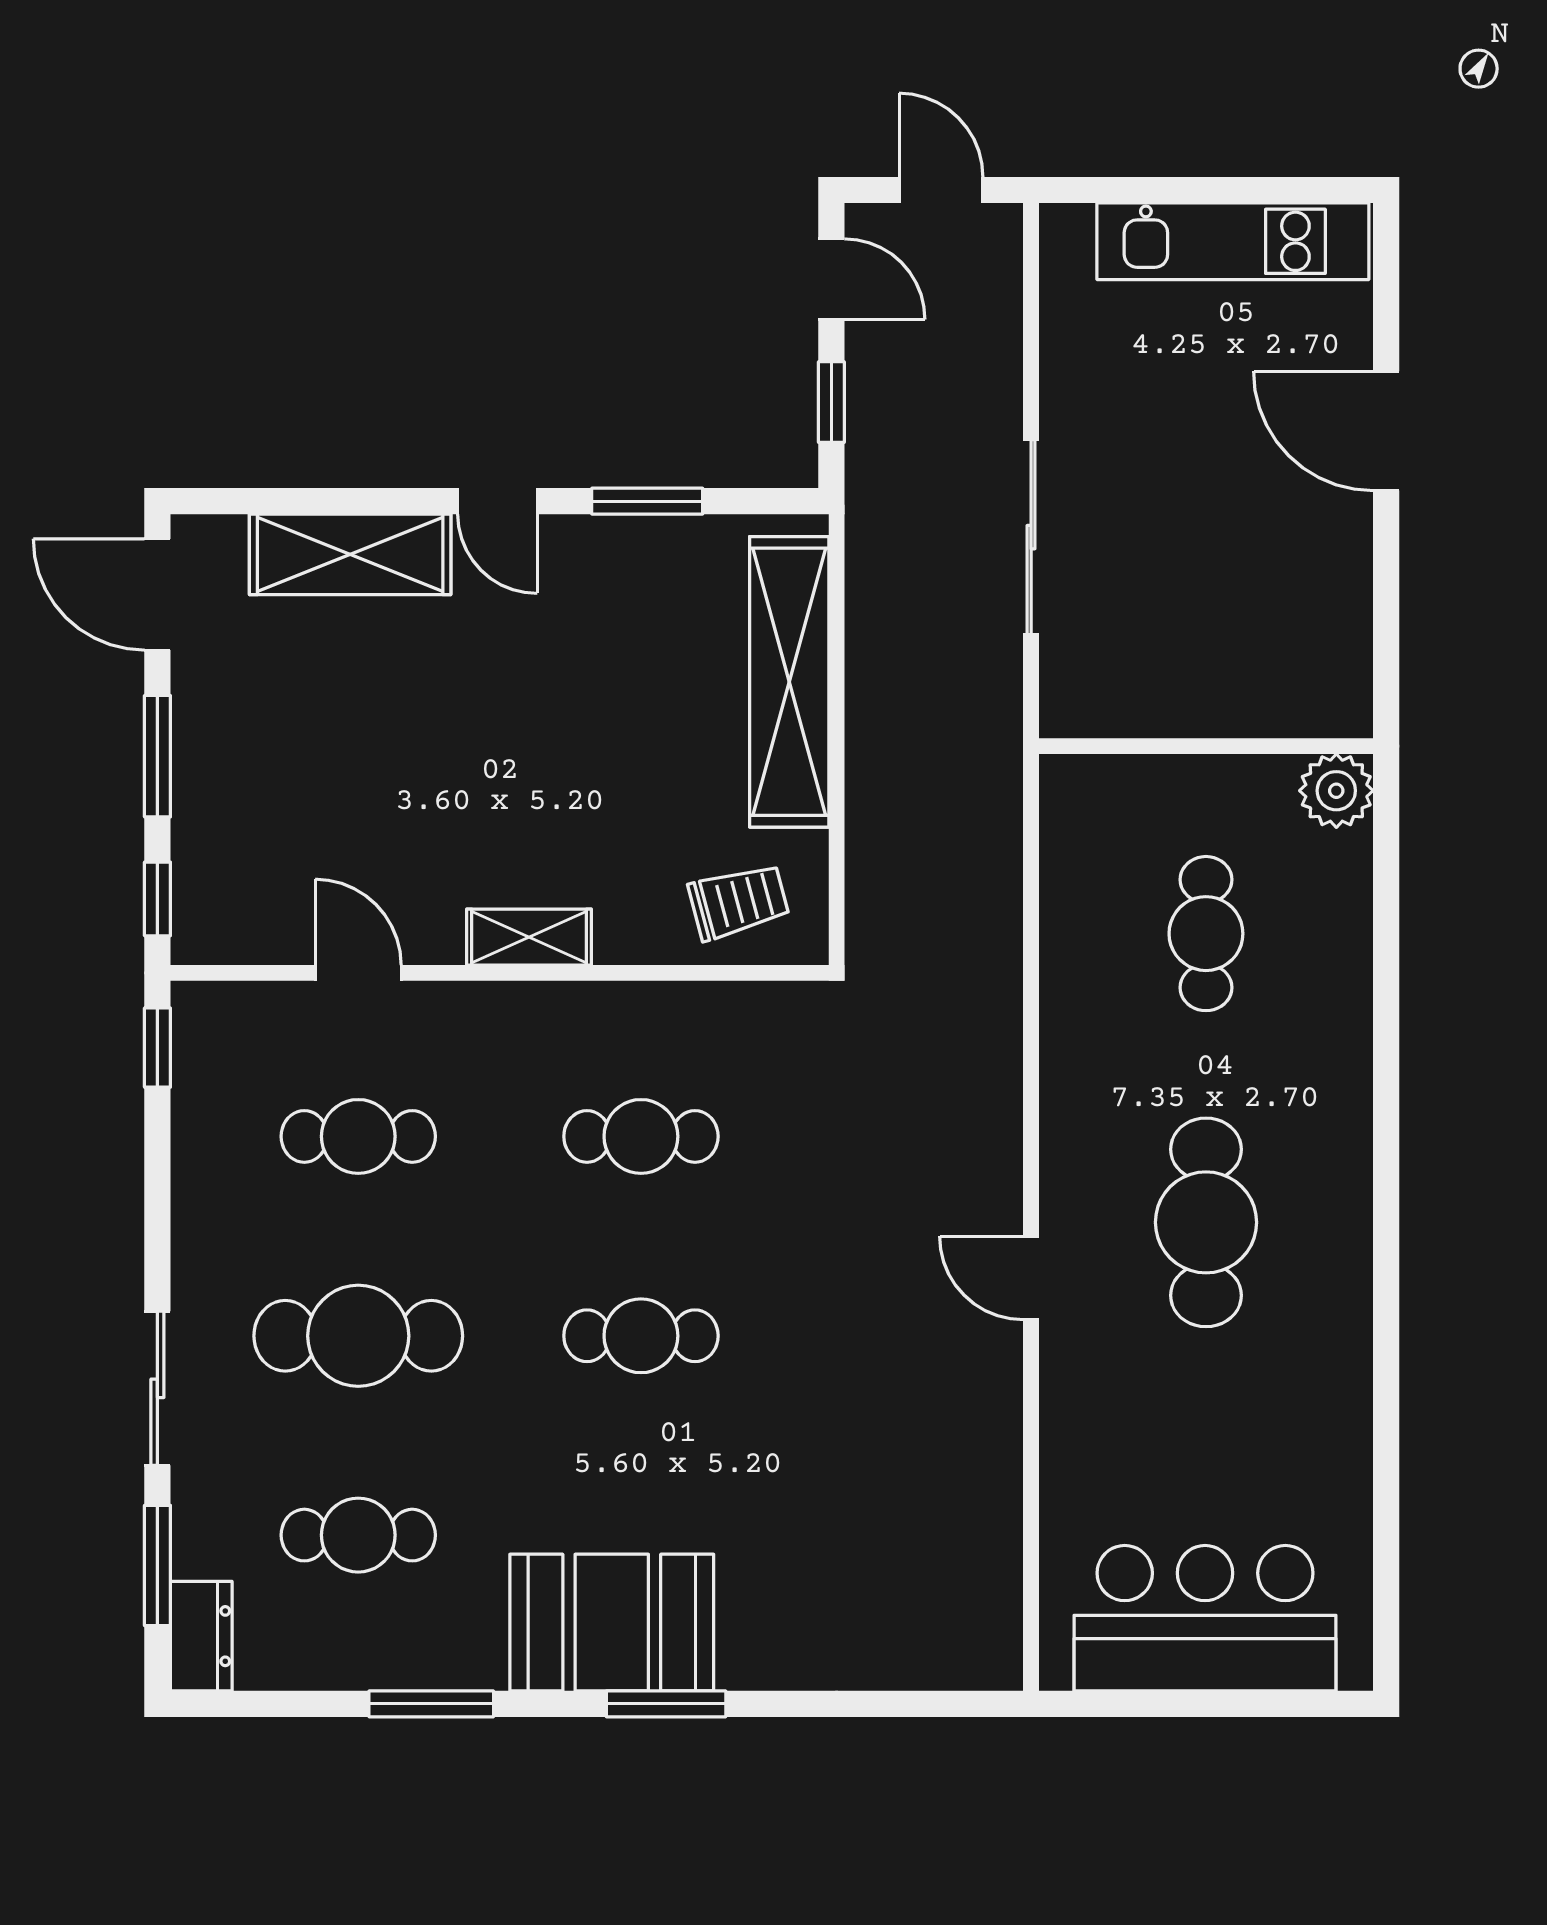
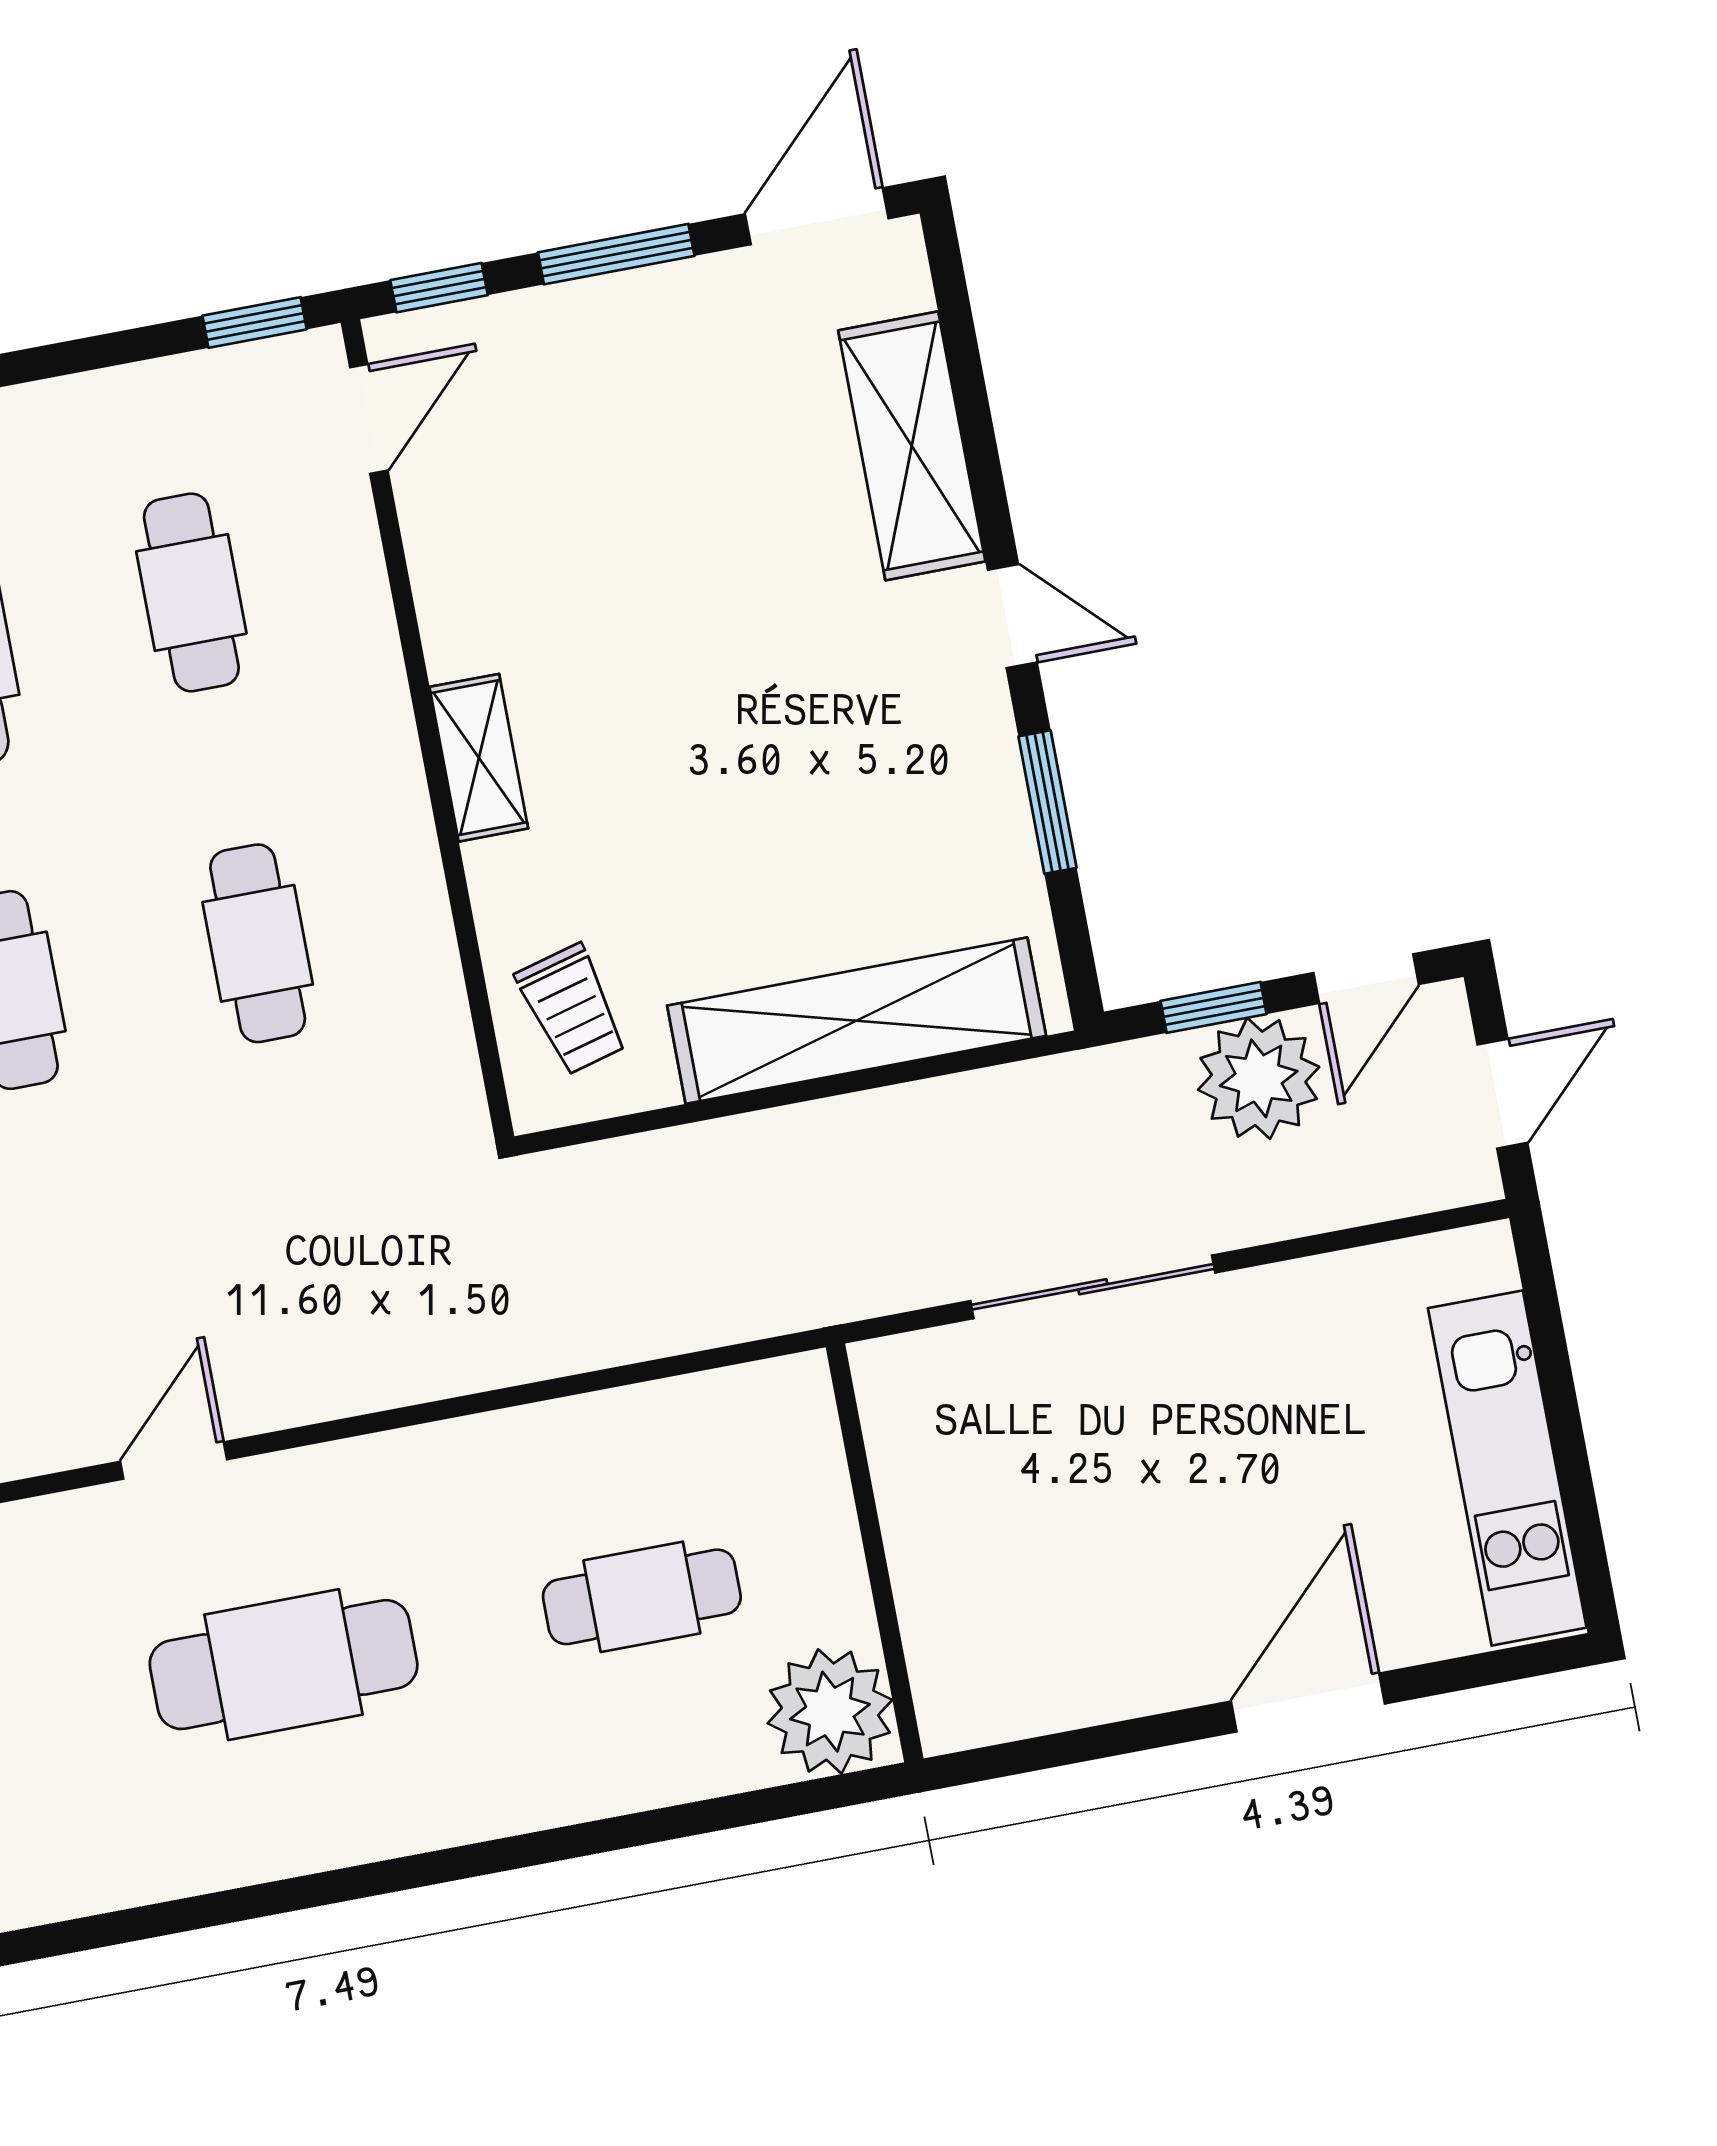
plant: (893, 377) -> (1259, 1078), added
door: (497, 501) -> (1012, 616), swing flipped
plant: (1336, 791) -> (830, 1712), width x1.36, depth x1.36
door: (358, 973) -> (369, 419), moved

